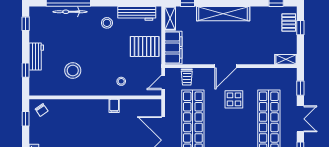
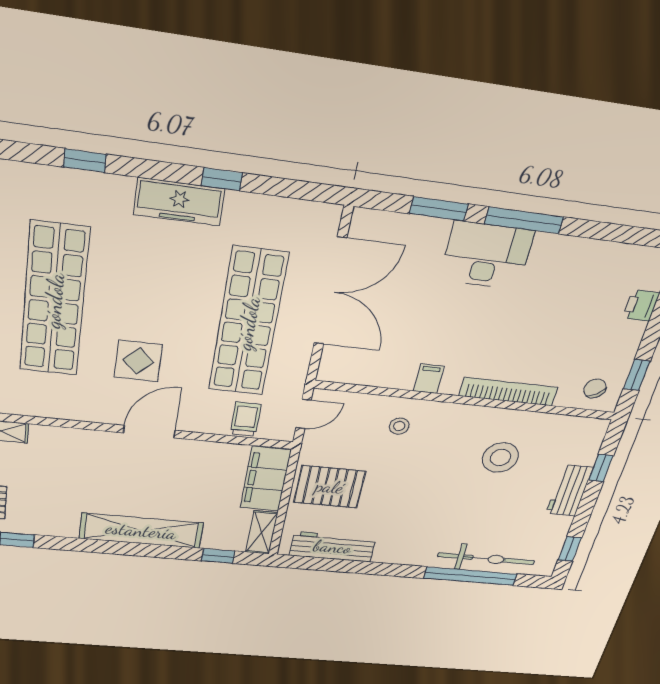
bicycle: (70, 12) -> (486, 559), width x1.37, depth x1.40
stool: (107, 23) -> (401, 536), removed
bookcase: (79, 104) -> (508, 392), added

